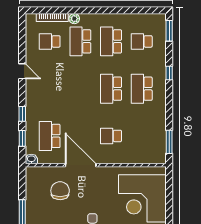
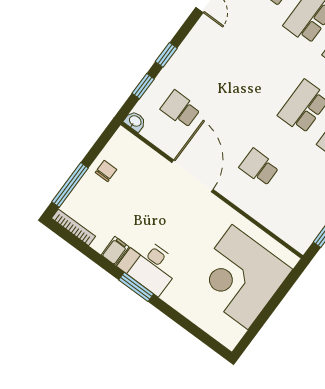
school desk: (50, 136) -> (180, 109), width x0.54
chair: (60, 191) -> (106, 171), moved, width x0.54, depth x0.54

